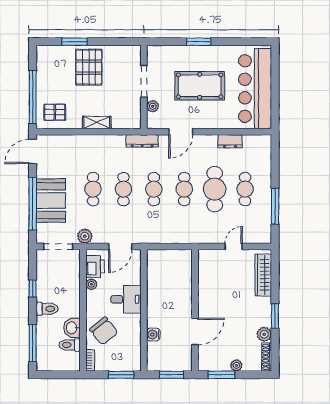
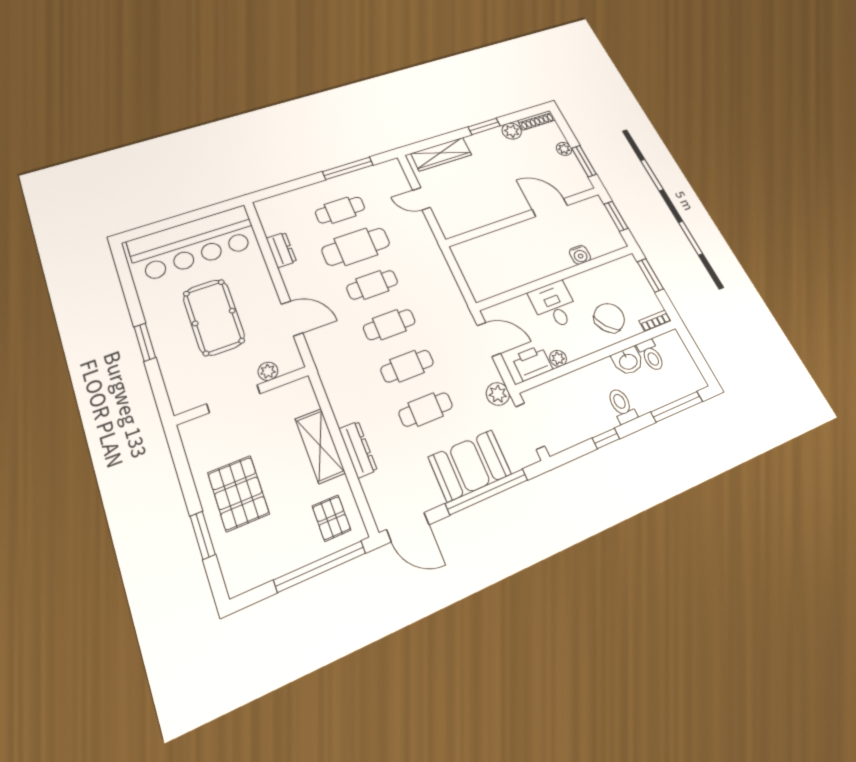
pallet: (89, 67) -> (238, 493), turned 90
shelving: (97, 123) -> (320, 446), width x1.50, depth x1.33
dresser: (142, 141) -> (358, 449), moved

